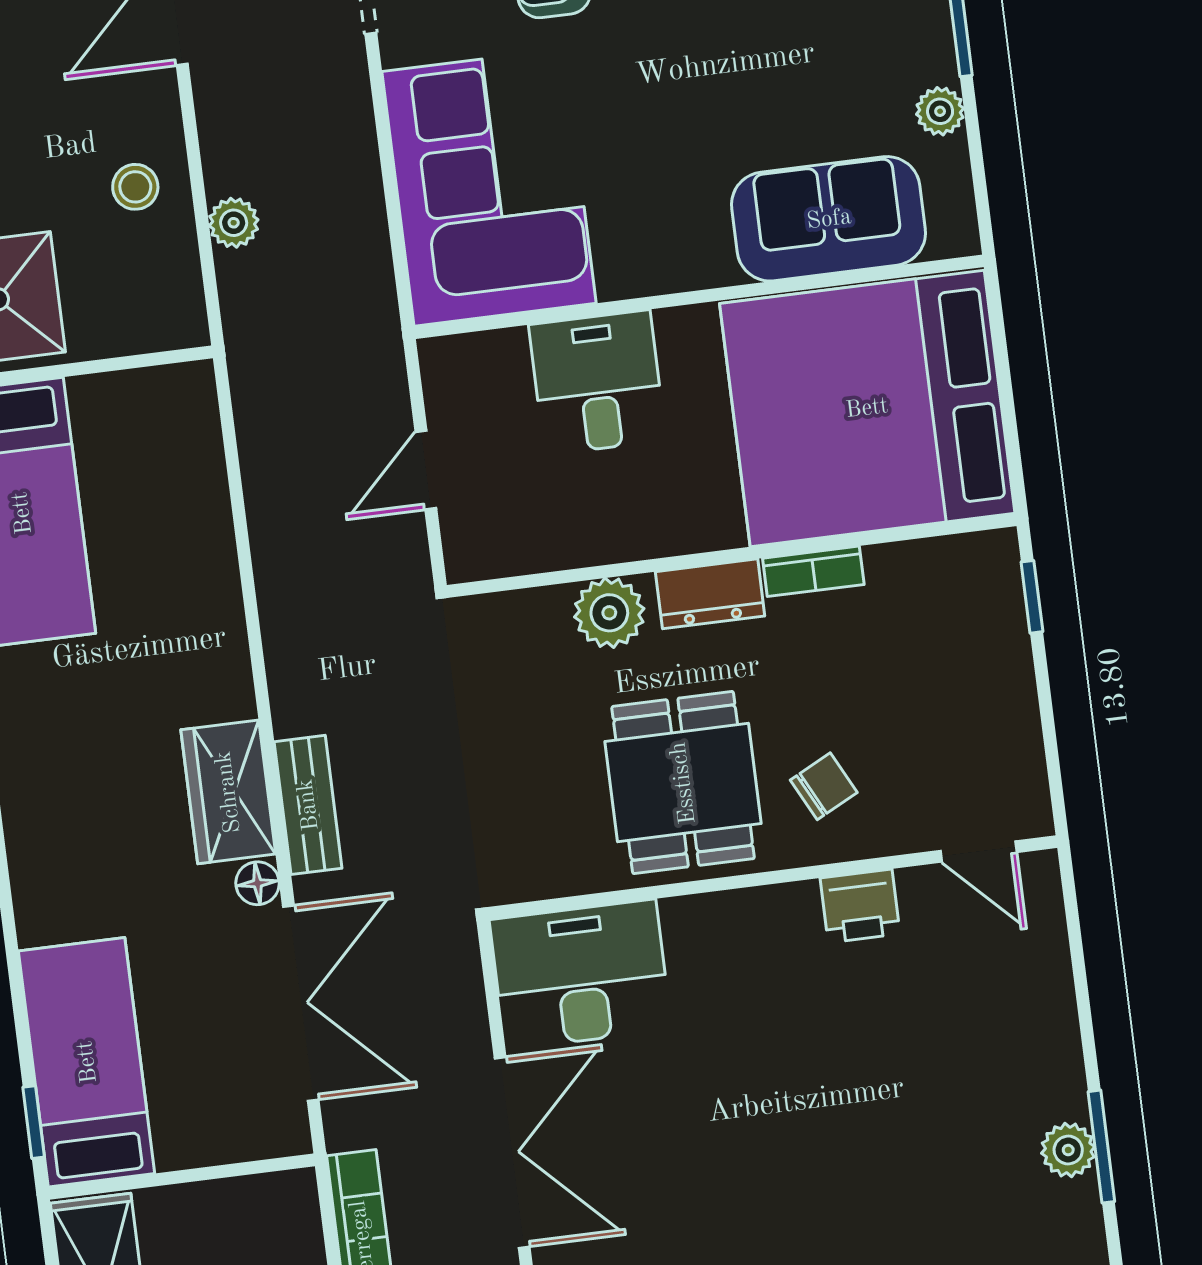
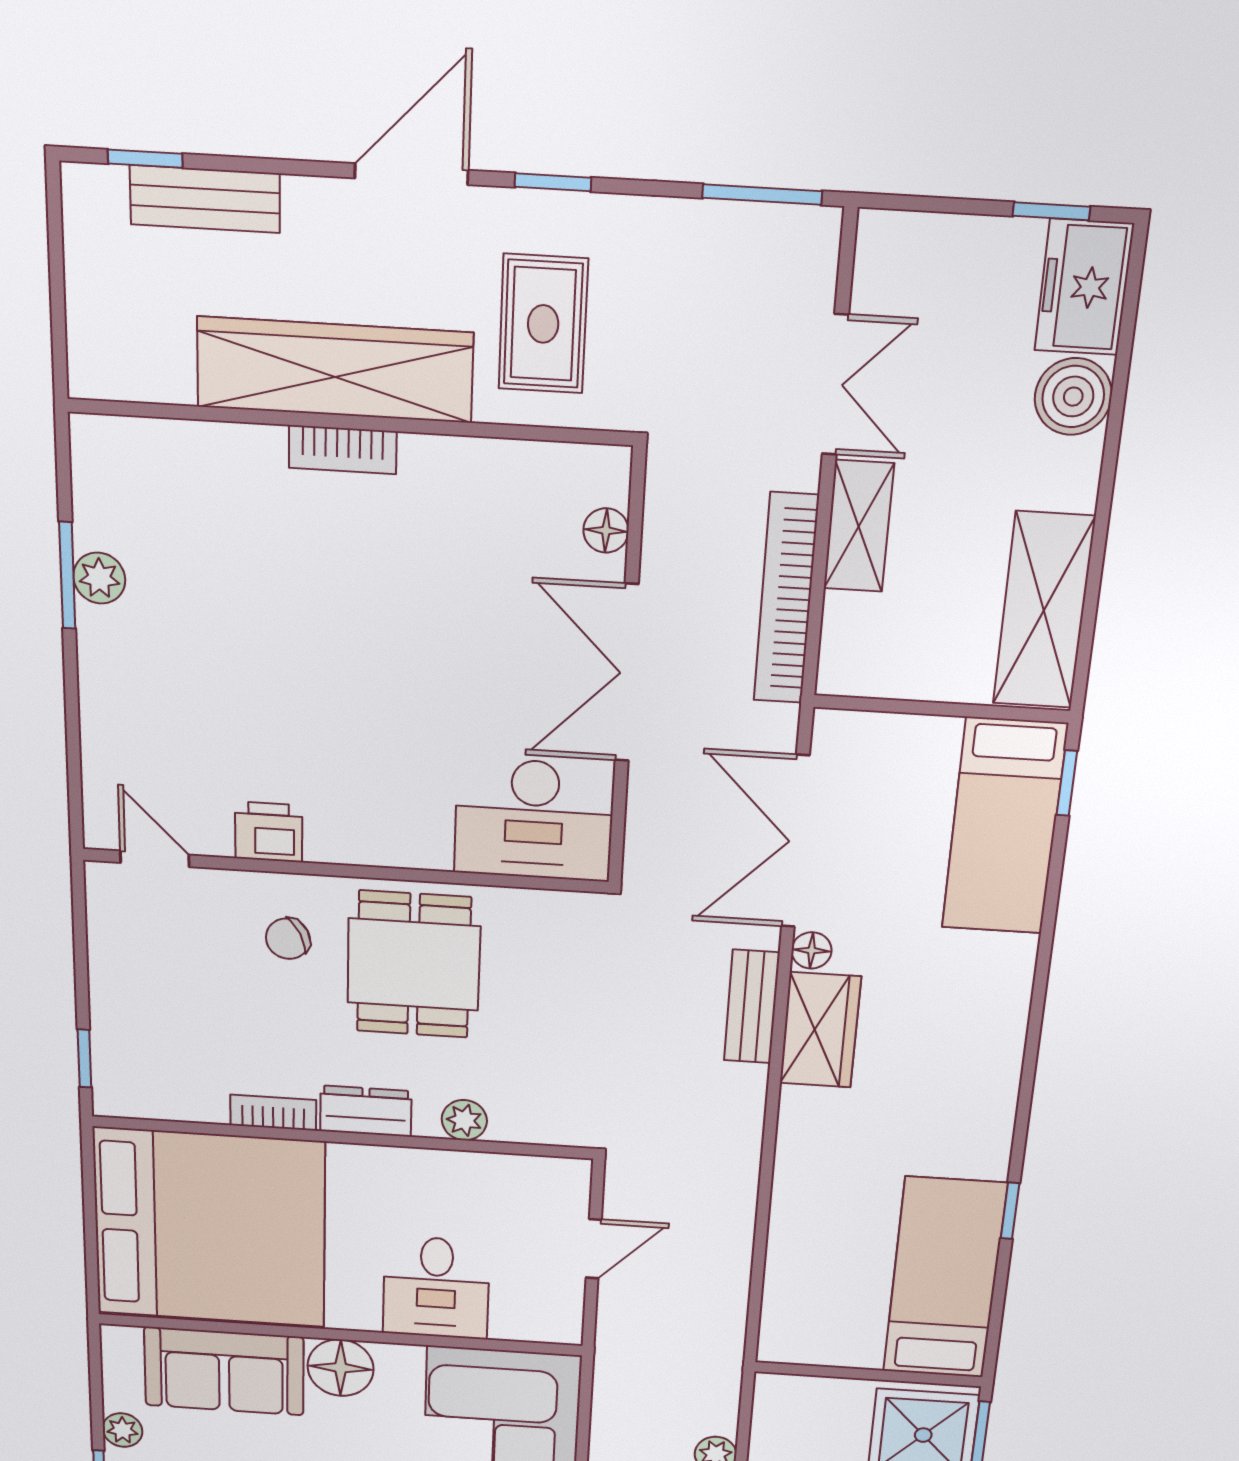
floor lamp: (693, 252) -> (341, 1368), added
plant: (609, 613) -> (464, 1120), width x0.73, depth x0.73

